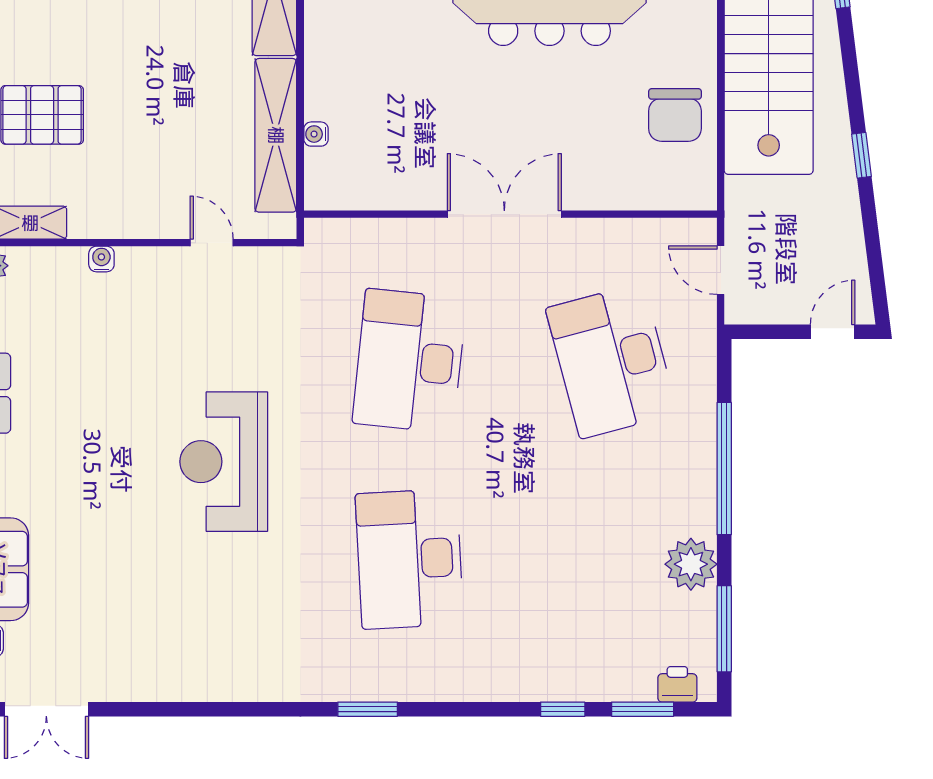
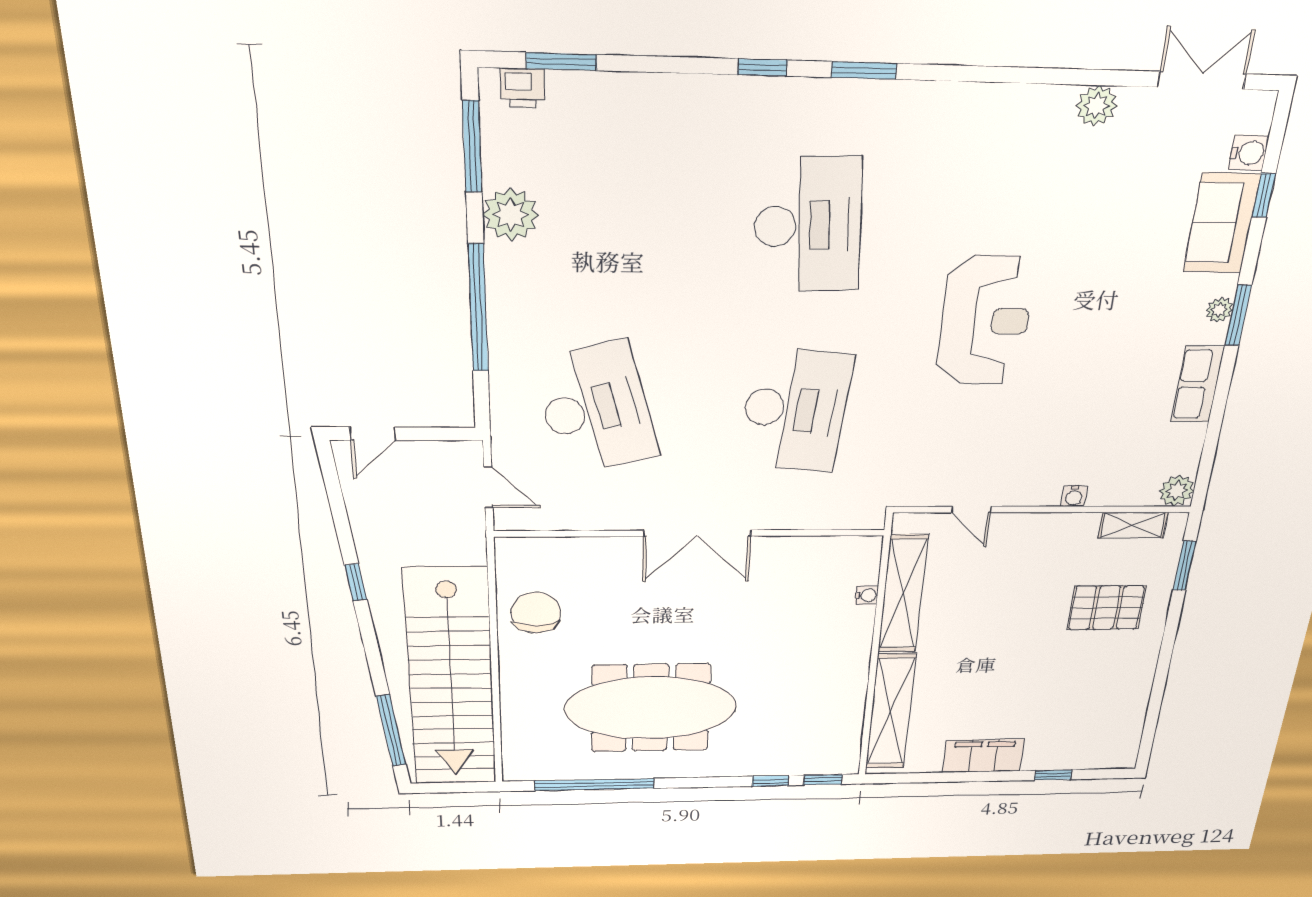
plant: (144, 682) -> (1097, 106), added
window: (563, 709) -> (762, 67), moved

